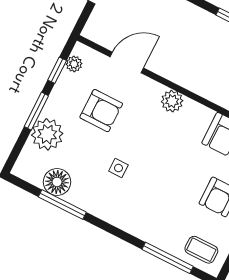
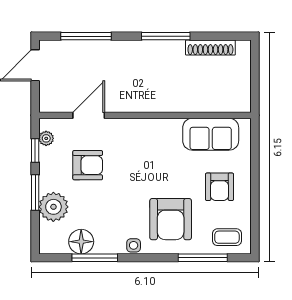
plant: (172, 101) -> (142, 128), removed
side table: (118, 168) -> (134, 245), moved
armchair: (155, 204) -> (171, 219), added

